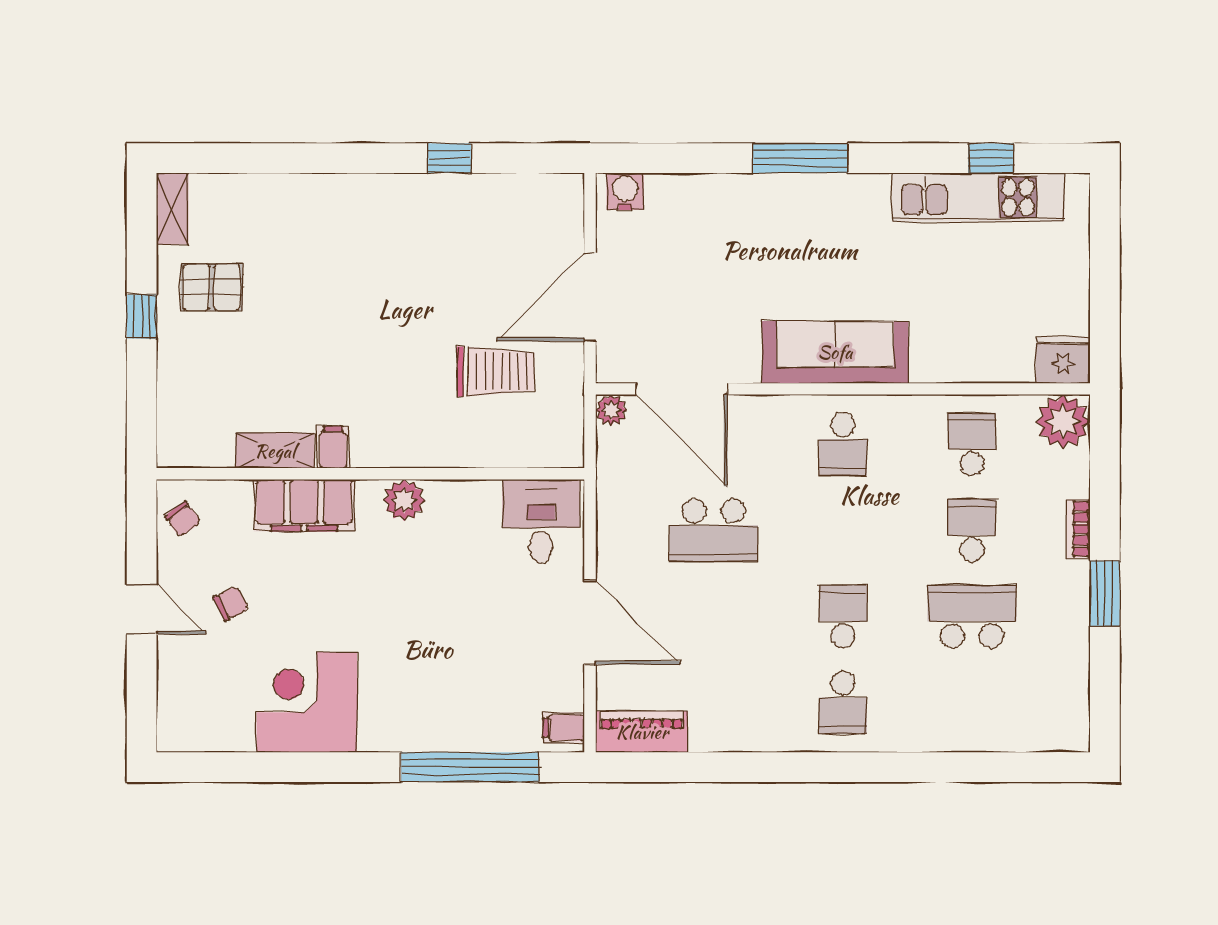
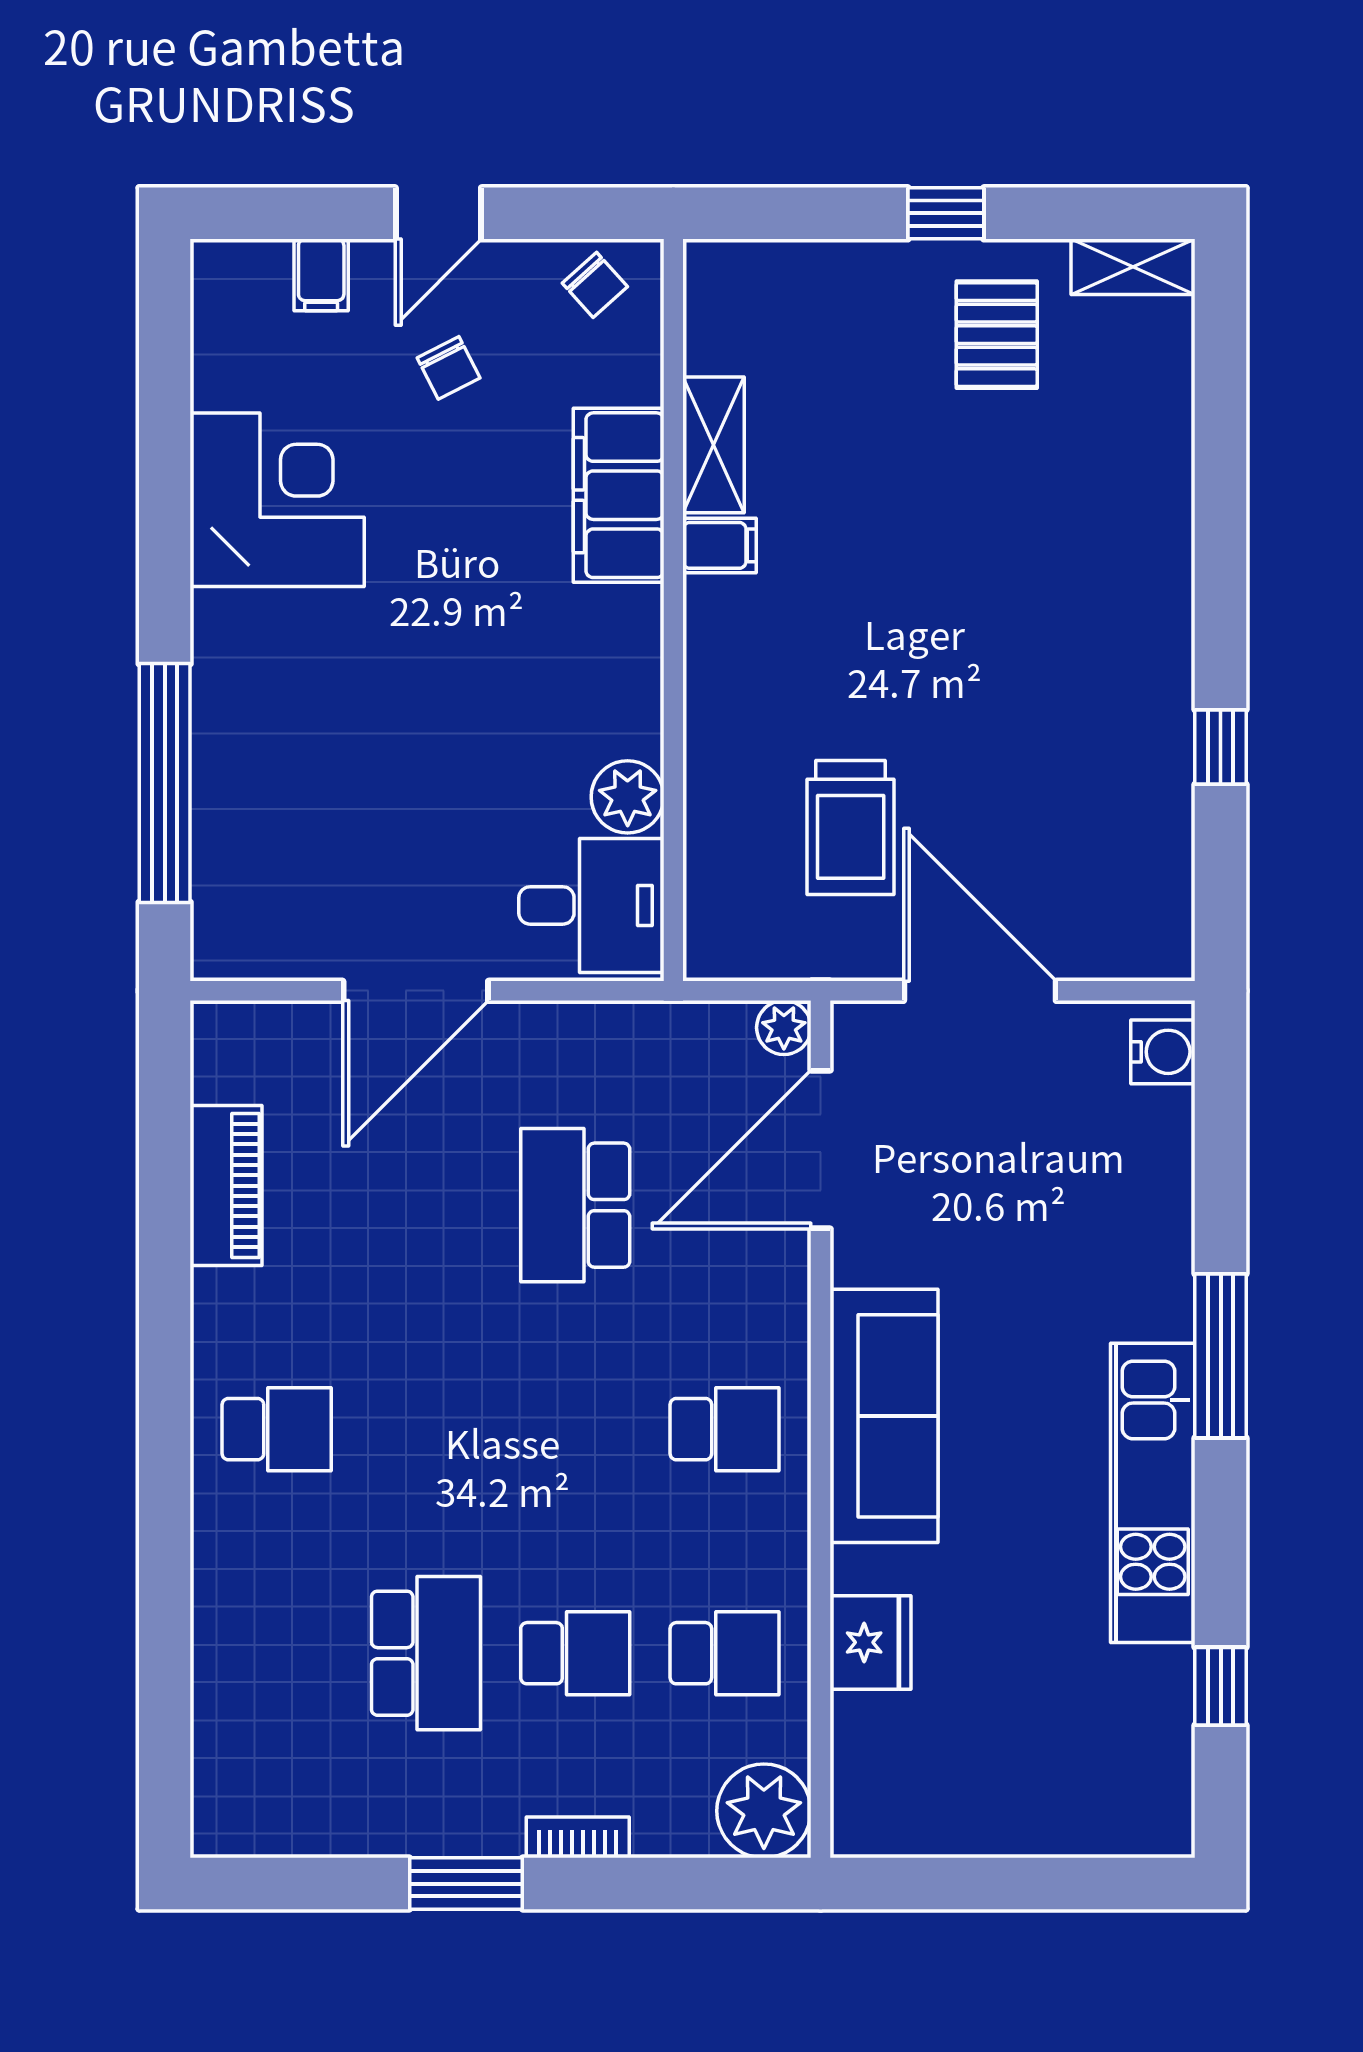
kitchen unit: (978, 197) -> (1153, 1493), moved
fridge: (1063, 360) -> (871, 1642), moved
school desk: (843, 444) -> (725, 1429), turned 180
plant: (404, 500) -> (628, 797), moved
chair: (183, 519) -> (595, 285), turned -95
school desk: (843, 616) -> (426, 1429), removed
school desk: (843, 703) -> (277, 1429), turned 180
filing cabinet: (564, 728) -> (321, 275), moved, turned 180
piano: (642, 732) -> (226, 1186), moved

